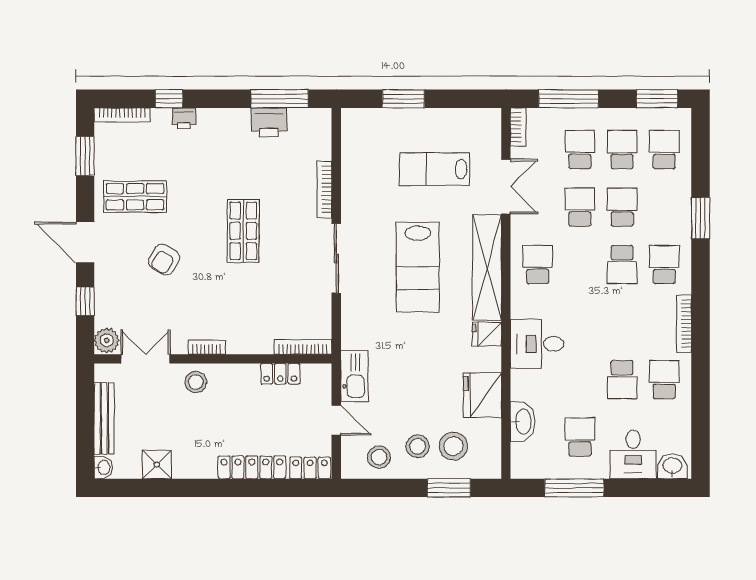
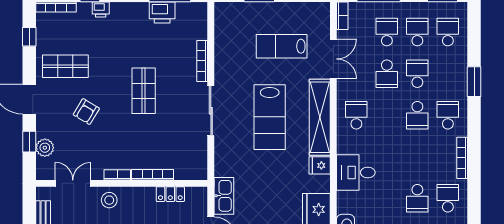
window: (85, 156) -> (29, 37), width x0.67
school desk: (580, 207) -> (387, 74), turned 180
plant: (107, 340) -> (45, 148), moved
bookcase: (303, 347) -> (152, 175), moved

